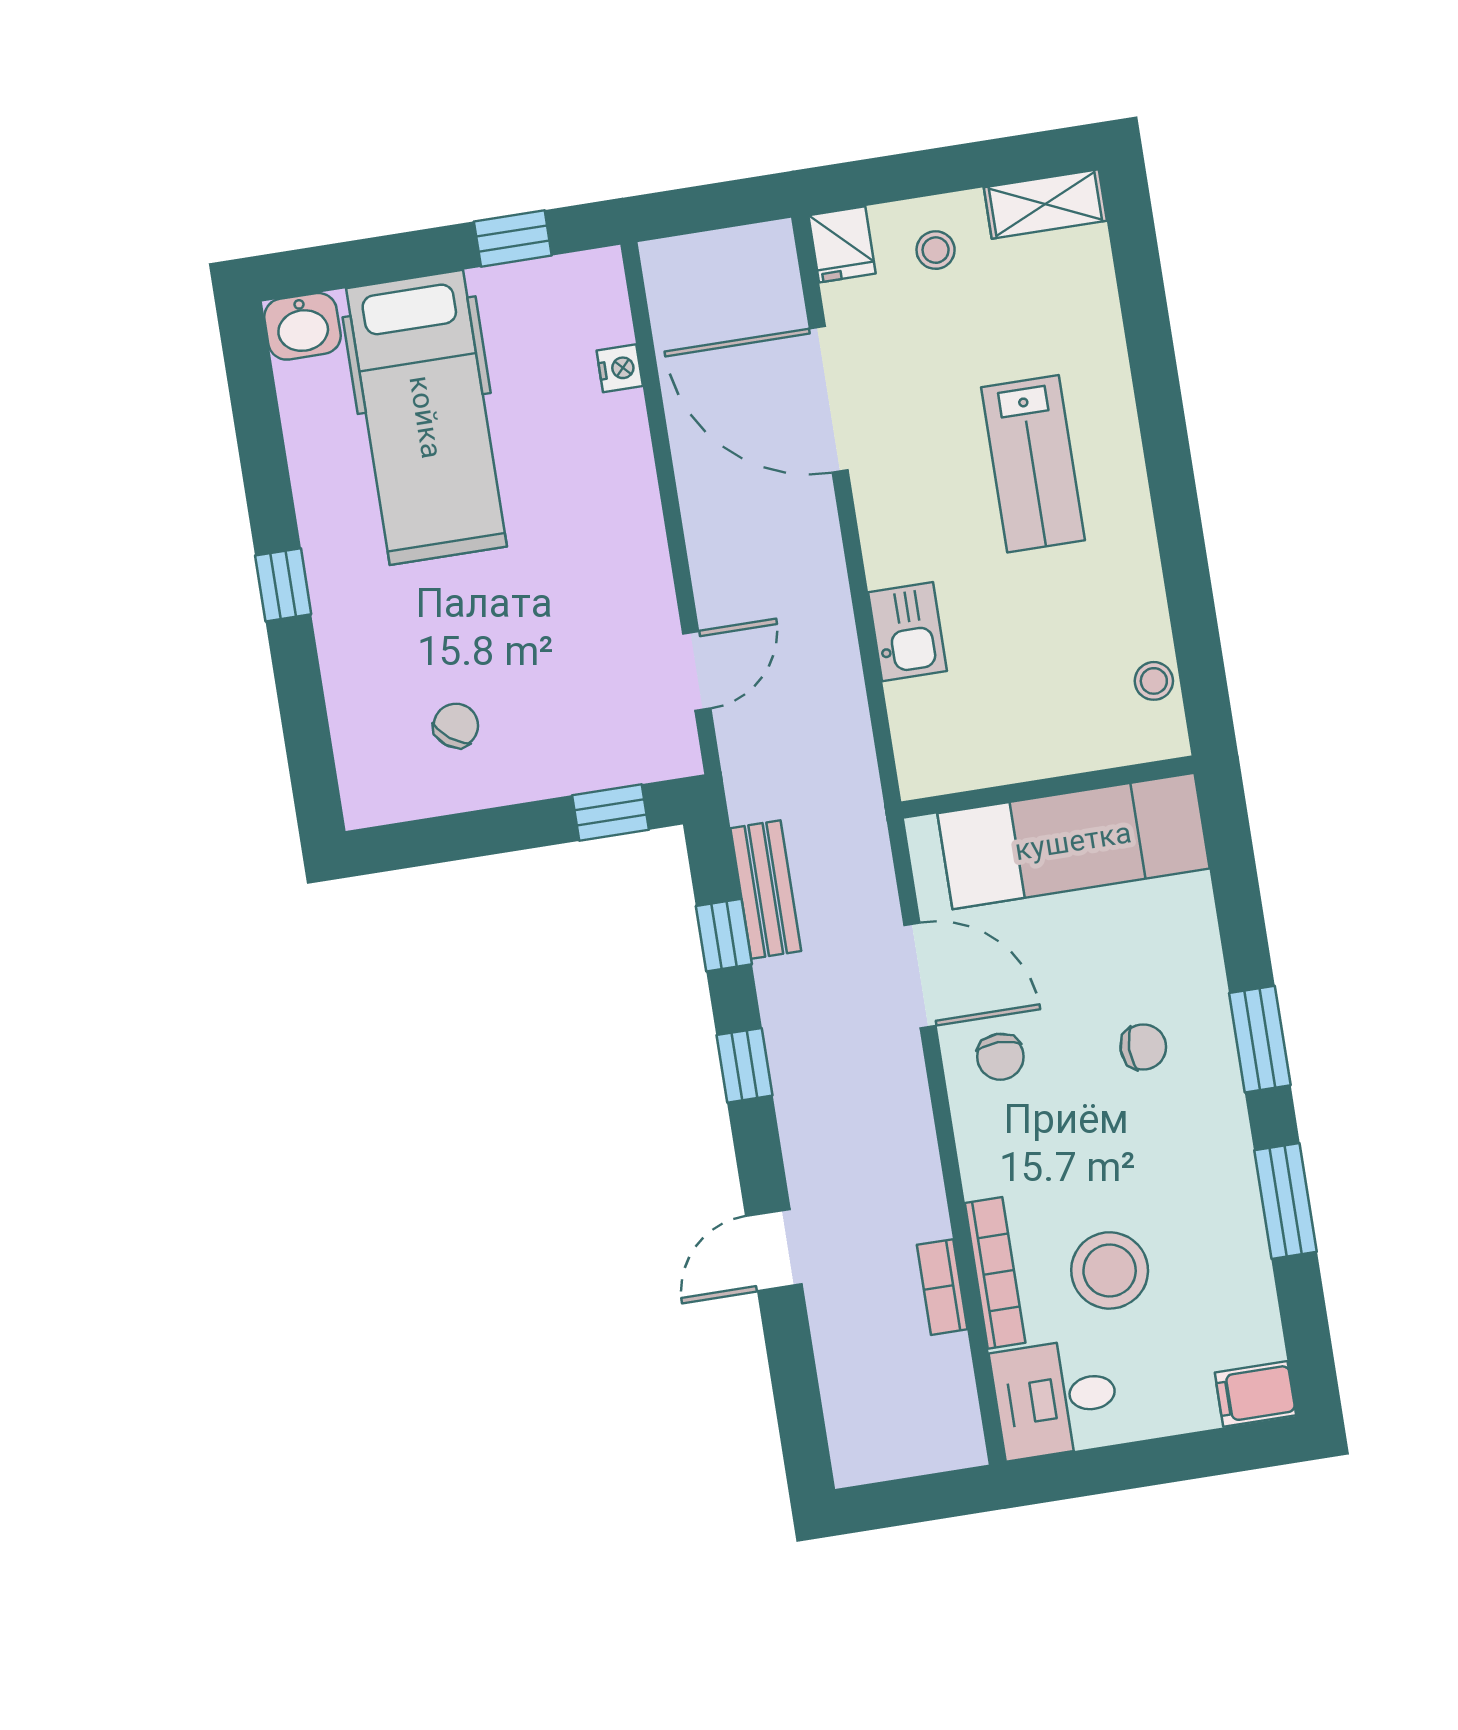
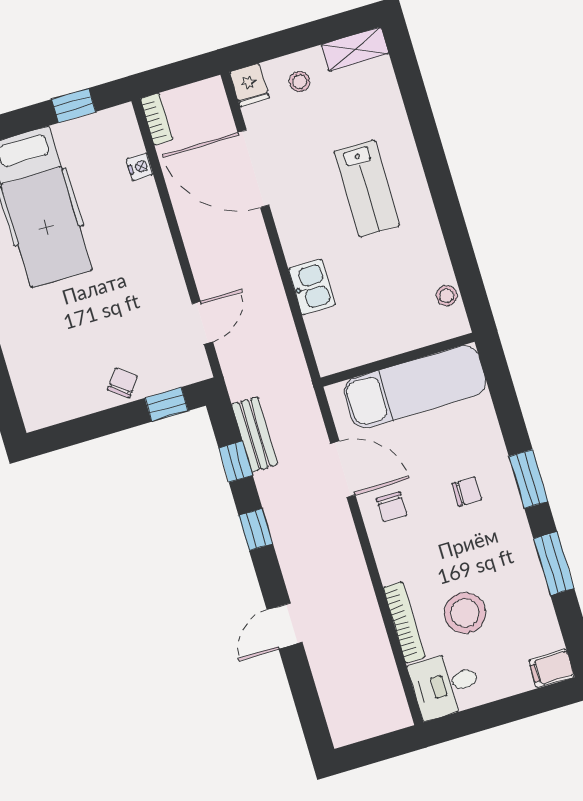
chair: (456, 726) -> (123, 383), moved
bookcase: (942, 1287) -> (157, 119), moved, turned 180

